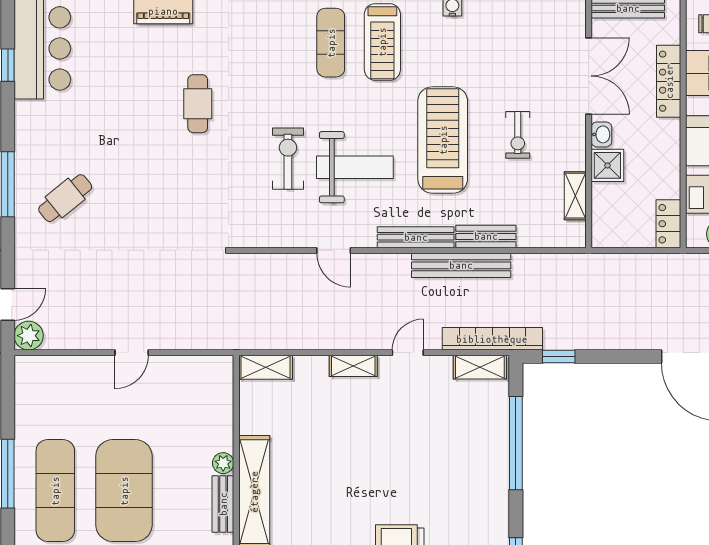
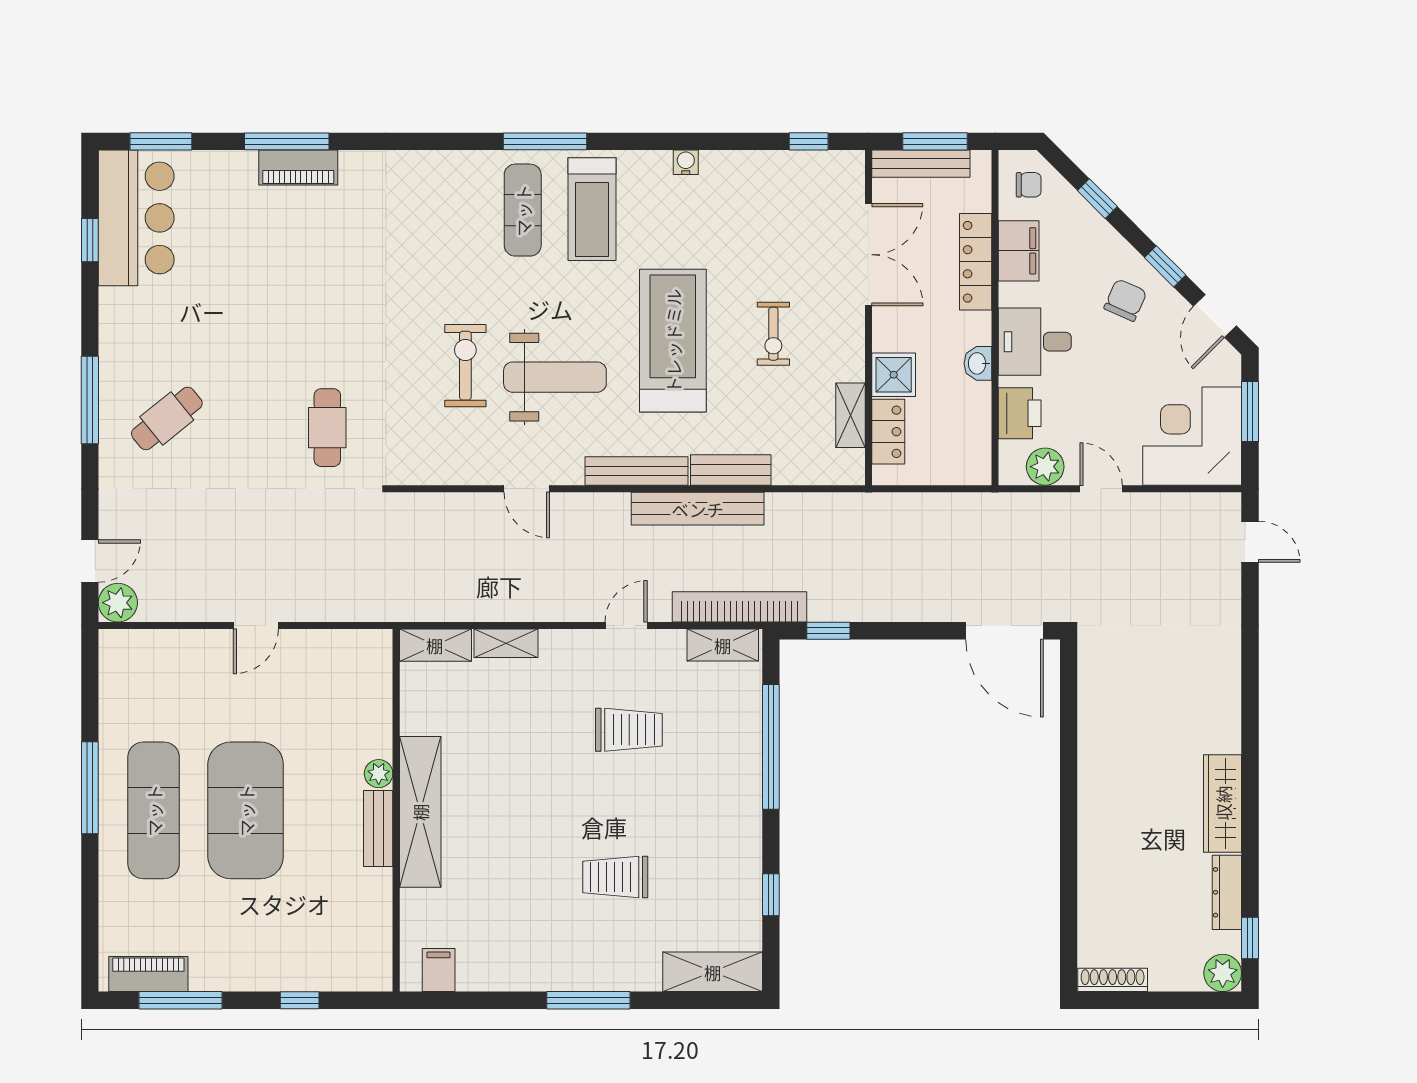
cafe table: (198, 104) -> (327, 428), moved
washbasin: (601, 134) -> (978, 363), moved, turned 180
locker: (668, 224) -> (888, 432), moved, turned 180
shelving: (353, 366) -> (506, 643), moved
trolley: (410, 430) -> (629, 730), added

